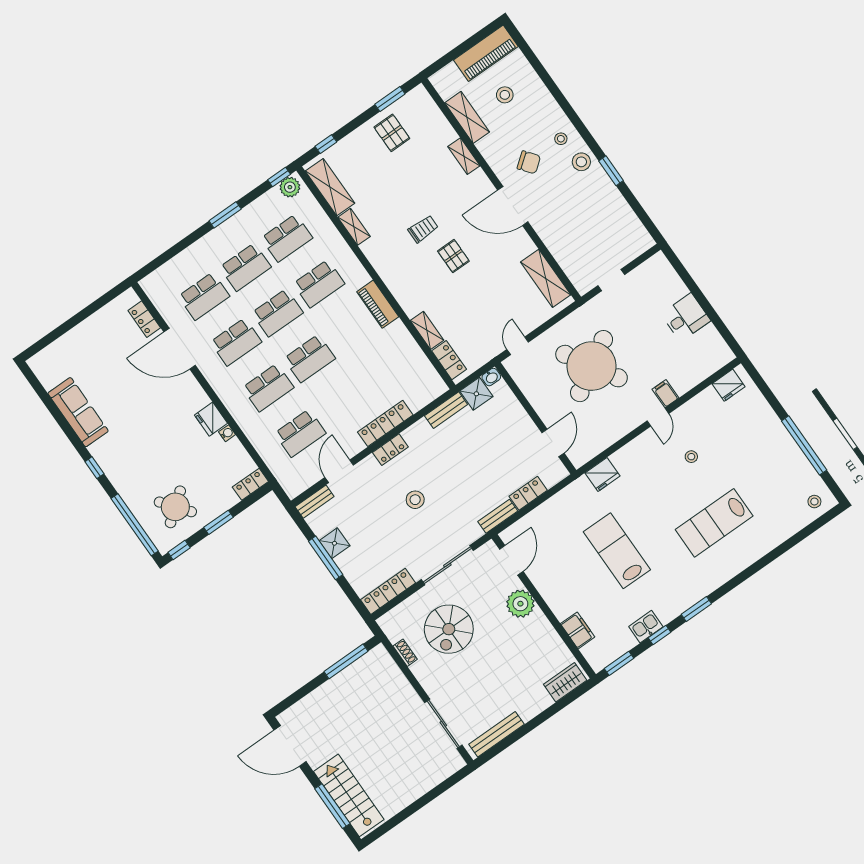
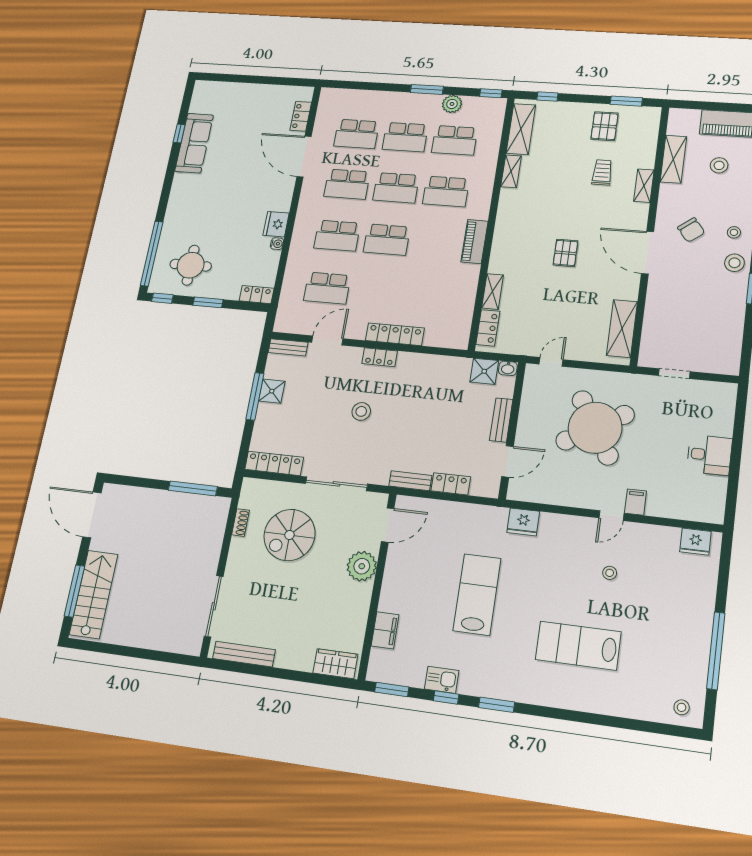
plant: (290, 187) -> (452, 104), moved
trolley: (423, 229) -> (602, 172), moved, turned -90
bench: (446, 410) -> (501, 420), moved, turned 90
window: (94, 468) -> (179, 133), moved
round table: (175, 507) -> (191, 265), turned 38

